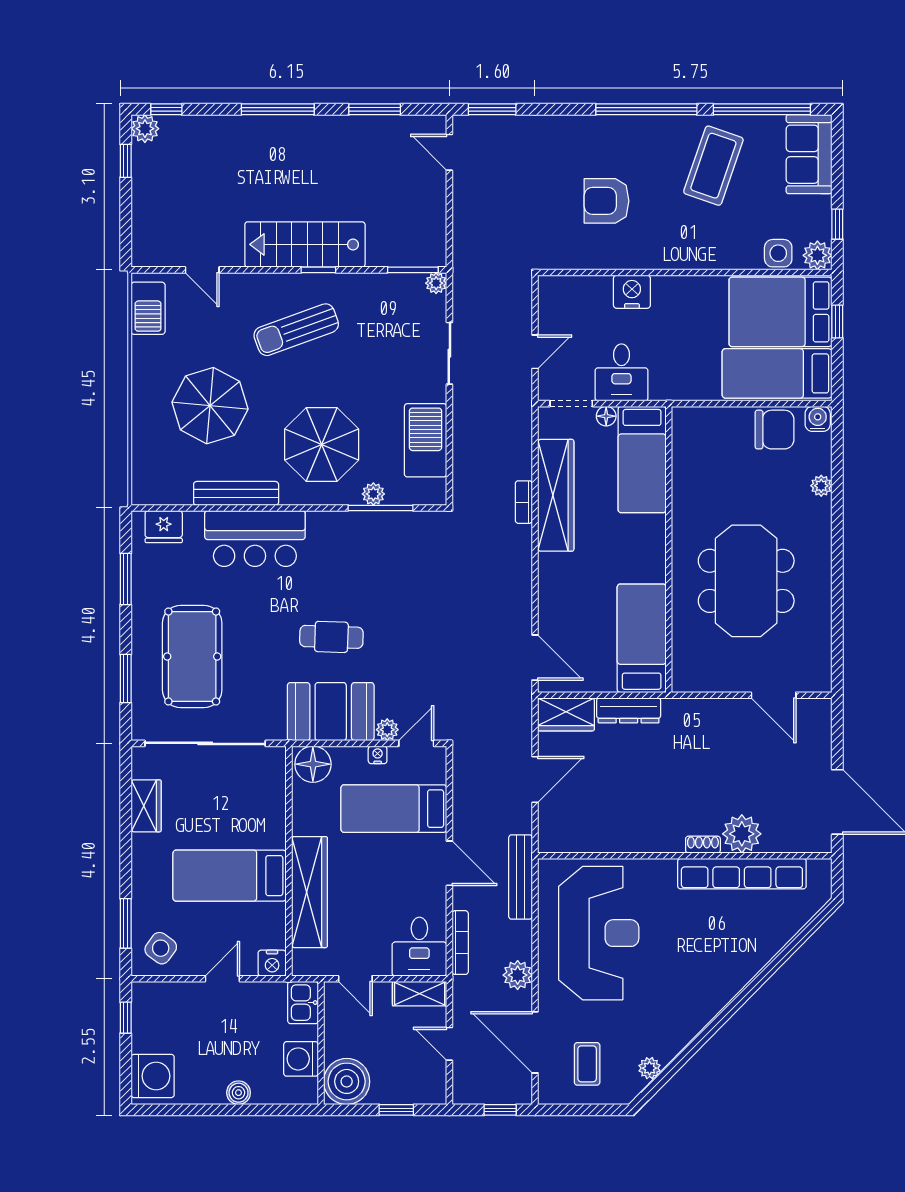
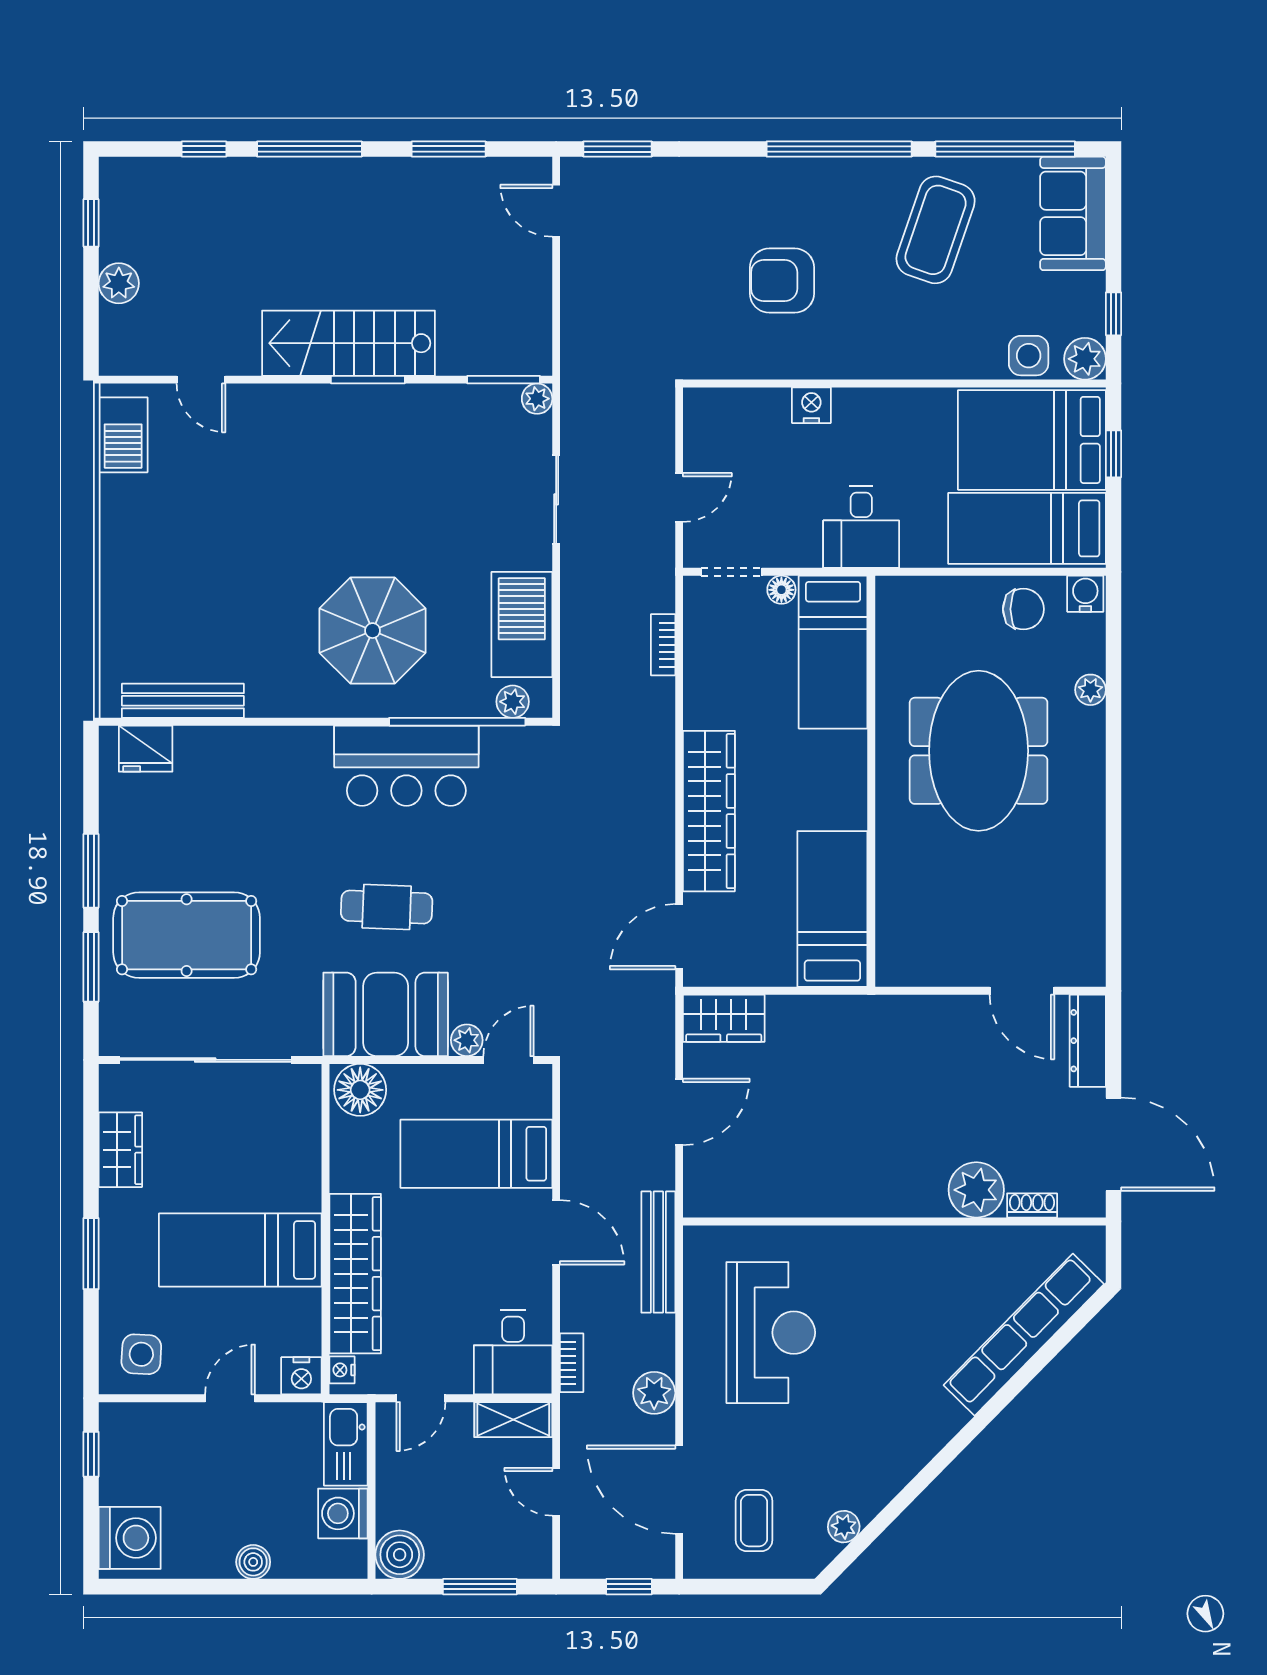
window: (166, 109) -> (204, 149), moved
plant: (145, 129) -> (119, 283), moved
window: (318, 270) -> (368, 380), width x1.50
nightstand: (632, 292) -> (811, 405), width x0.74, depth x0.75
sun lounger: (296, 330) -> (336, 466), removed
desk: (621, 372) -> (861, 527), moved
parasol: (210, 406) -> (212, 575), removed
chair: (775, 430) -> (1023, 609), width x0.73, depth x0.73
bench: (236, 493) -> (183, 701), moved
plant: (373, 494) -> (513, 702), moved
wardrobe: (556, 495) -> (709, 811), moved
bookcase: (524, 502) -> (663, 645), moved
window: (381, 508) -> (457, 722), width x1.46
bar counter: (255, 539) -> (406, 766), moved
window: (126, 579) -> (91, 871), moved
meeting table: (746, 581) -> (979, 751), moved
pool table: (192, 656) -> (187, 935), turned 90
door: (535, 658) -> (679, 937), swing flipped
dresser: (629, 710) -> (1088, 1041), moved, turned 90
nightstand: (378, 755) -> (342, 1370), moved, turned -90
shoe rack: (703, 845) -> (1032, 1205), moved
row of seats: (742, 874) -> (1024, 1335), moved, turned 134
window: (126, 923) -> (91, 1254), moved
reception desk: (599, 933) -> (771, 1333), width x0.74, depth x0.77
bookcase: (460, 943) -> (572, 1363), width x0.64
side table: (161, 948) -> (141, 1354), turned -33
door: (355, 979) -> (421, 1398), hinge flipped
kitchen sink: (303, 1003) -> (346, 1444), width x1.38
boiler: (347, 1081) -> (400, 1555), width x0.73, depth x0.73
window: (396, 1110) -> (480, 1587), width x1.50

